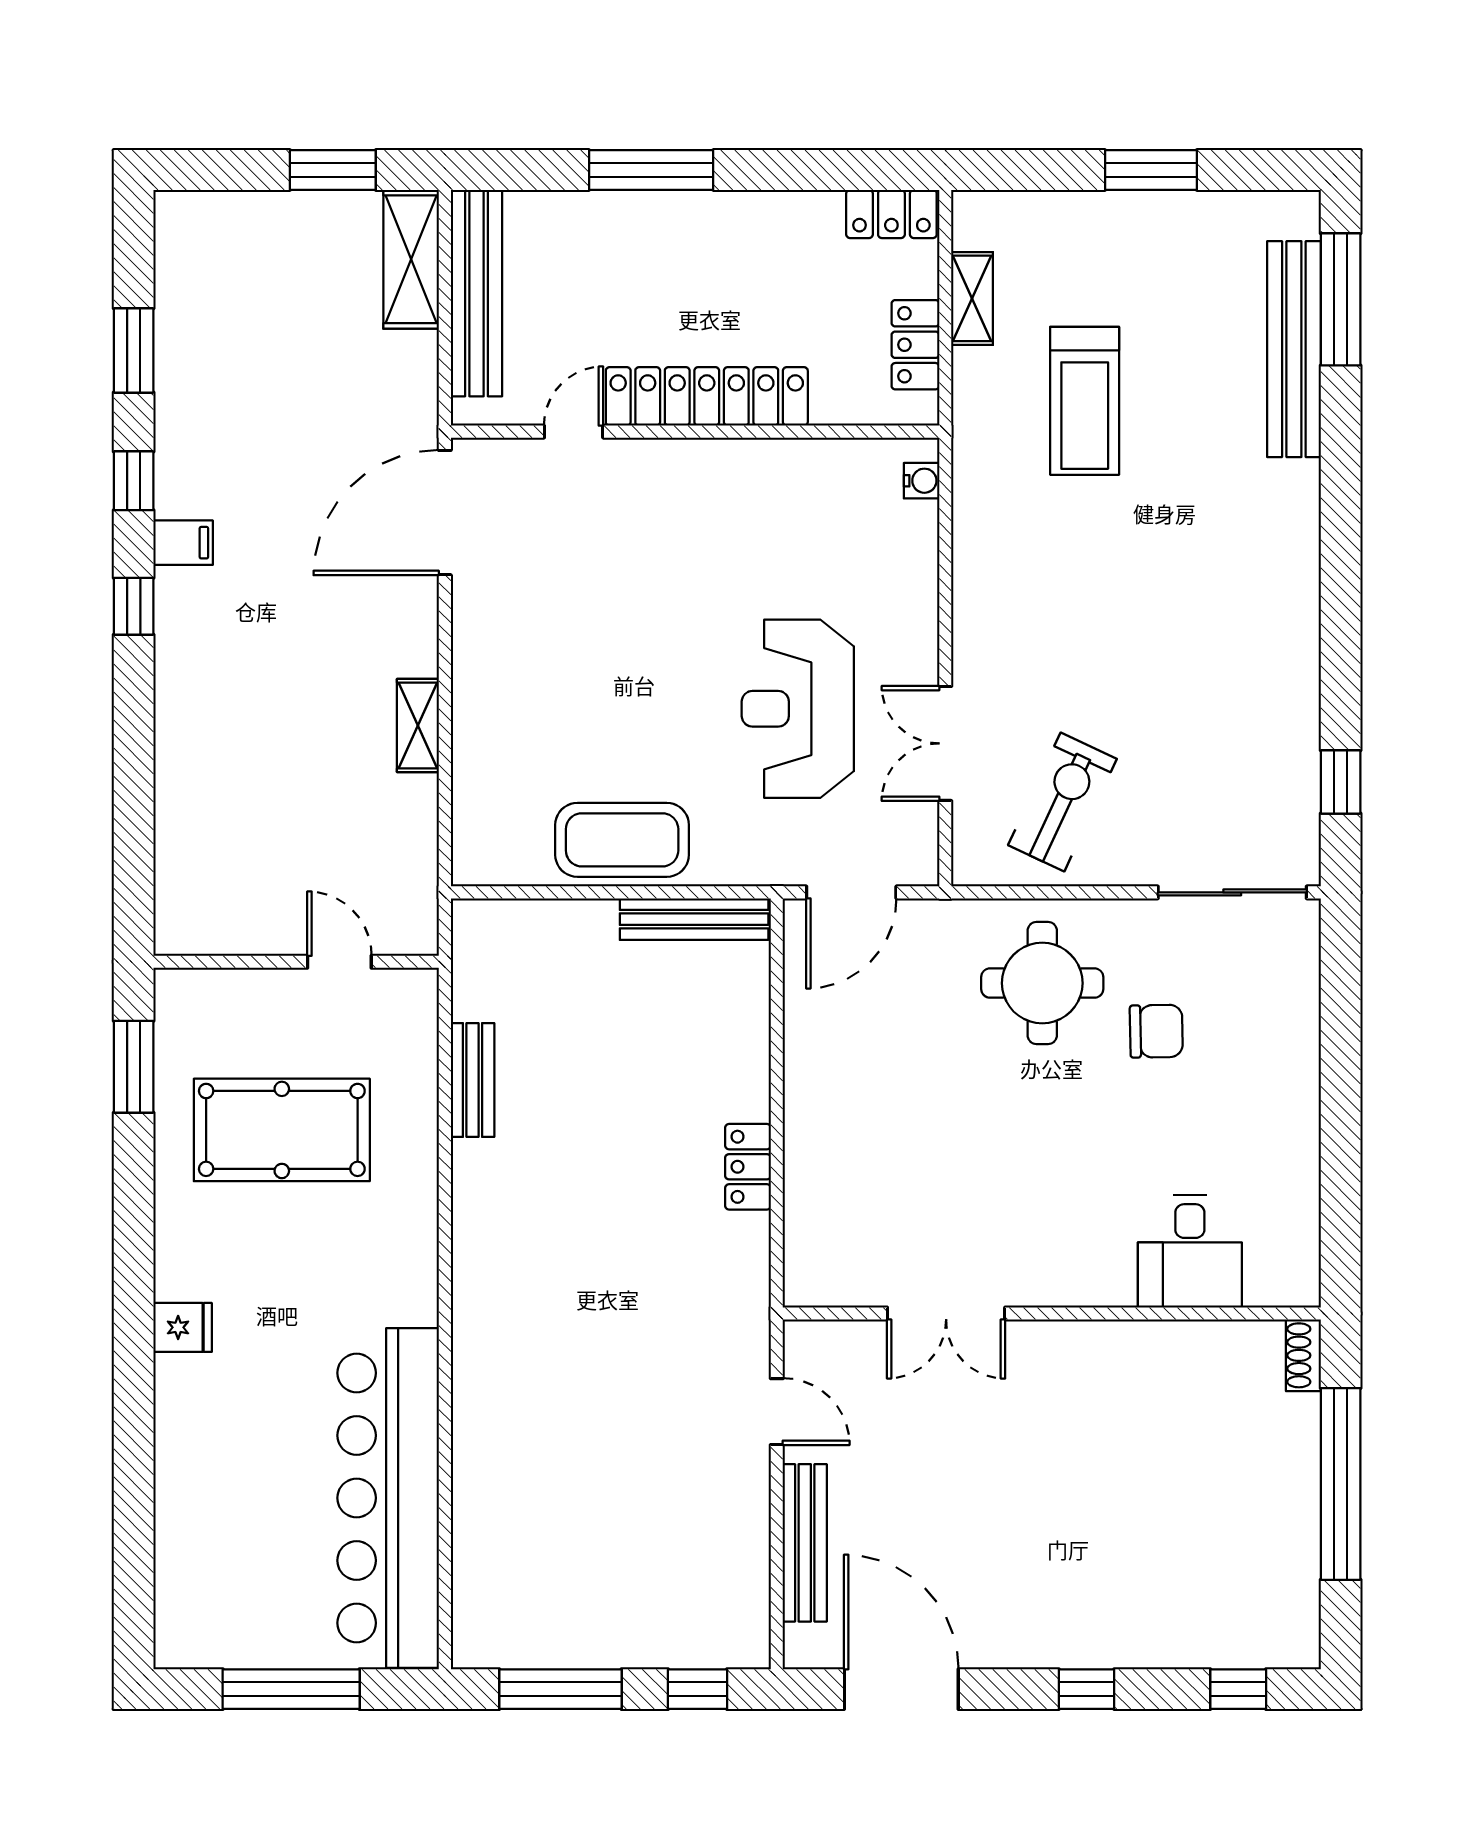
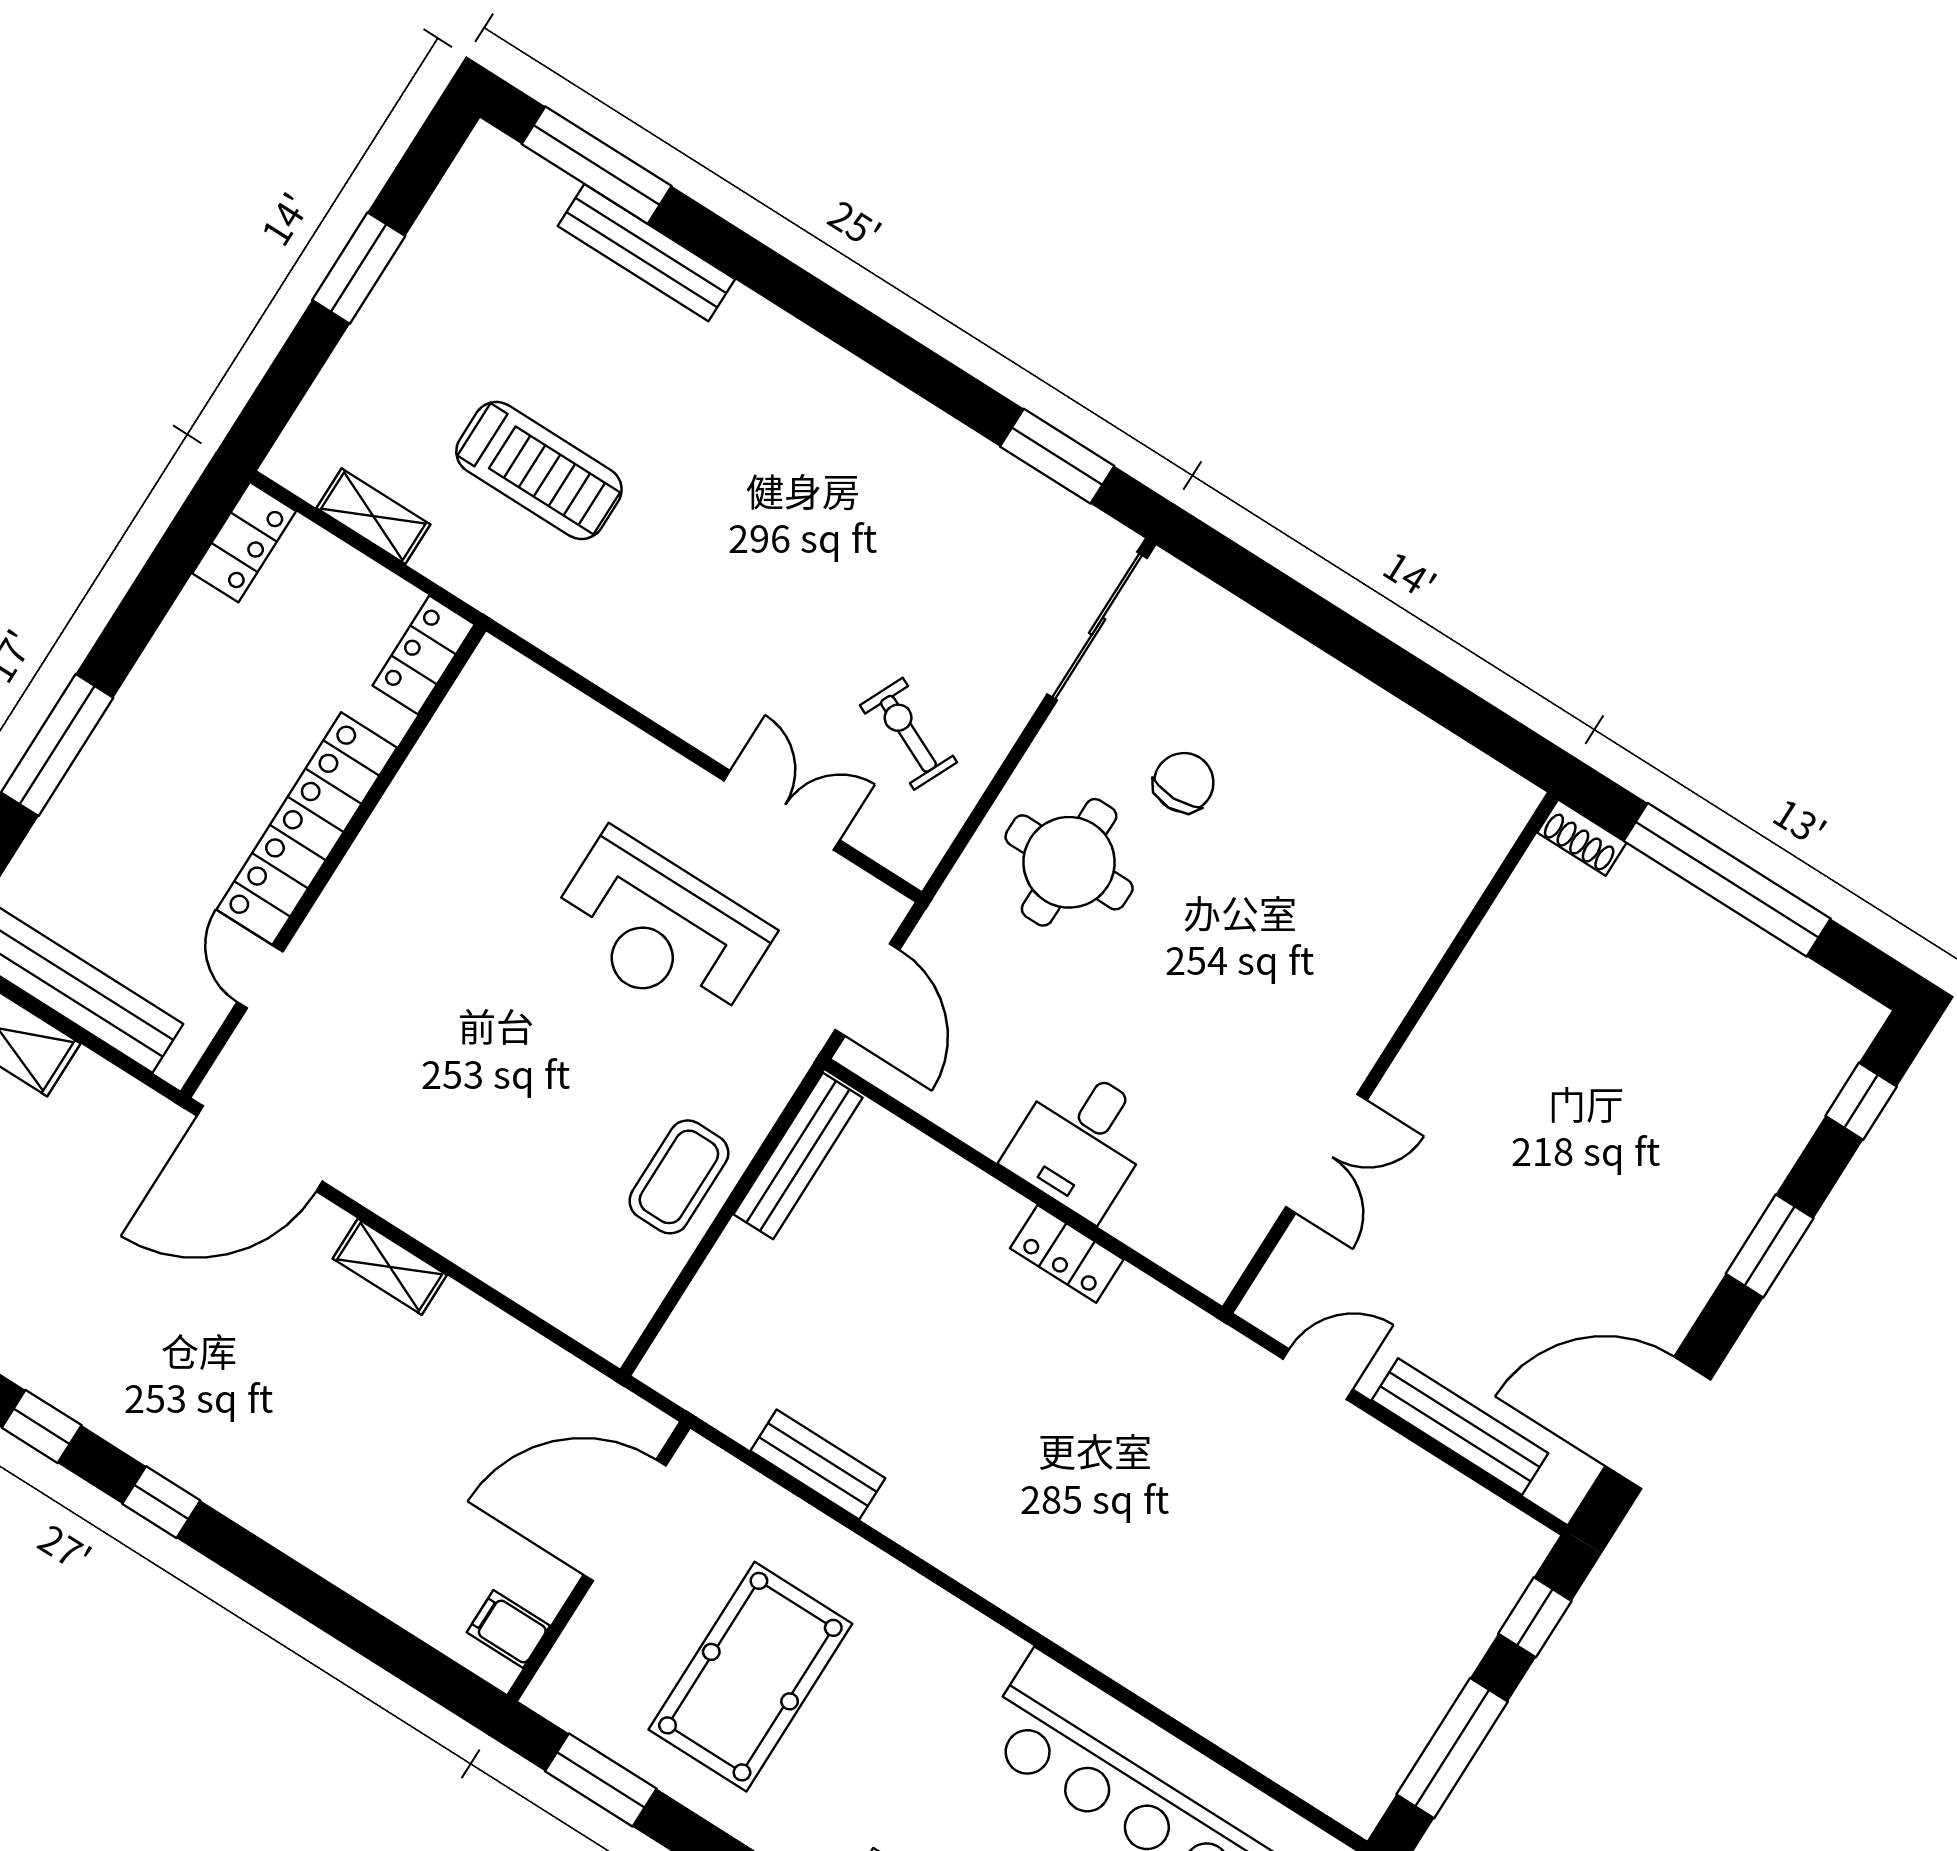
locker: (915, 345) -> (424, 655), moved, turned 90
bench: (1294, 349) -> (646, 253), width x0.73, depth x0.82
water cooler: (922, 481) -> (517, 674), removed
door: (445, 513) -> (260, 1149), hinge flipped
filing cabinet: (183, 543) -> (508, 1629), moved, turned -90
shelving: (418, 726) -> (390, 1267), moved
double door: (945, 743) -> (782, 810), swing flipped
window: (1341, 782) -> (1057, 456), width x1.50
exercise bike: (1062, 802) -> (908, 734), width x0.73, depth x0.72
coffee table: (622, 840) -> (679, 1177), width x0.73, depth x0.76
door: (339, 962) -> (625, 1520), width x1.88
desk: (1190, 1251) -> (1081, 1141), moved, turned 90
window: (1087, 1689) -> (1770, 1246), width x1.50

